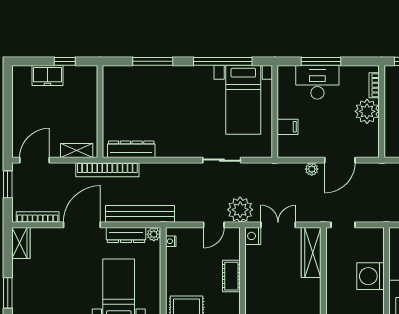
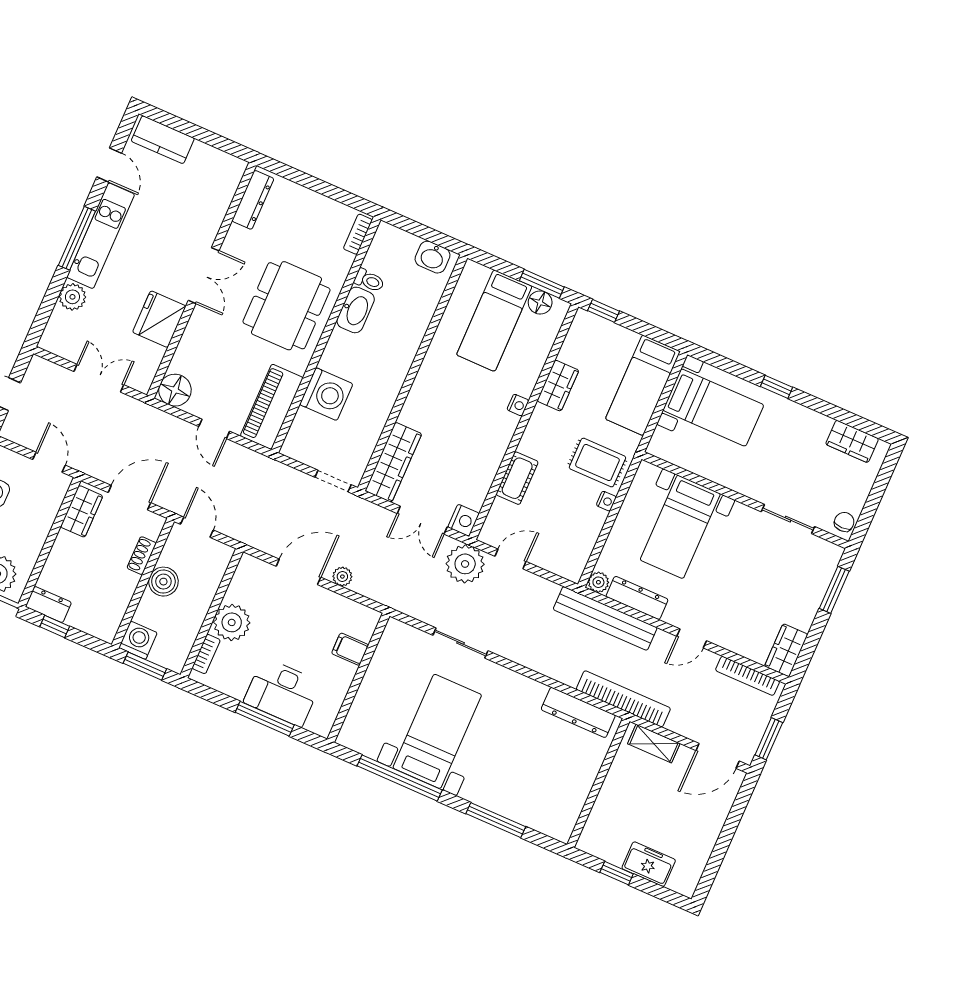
bed with nightstands: (243, 100) -> (437, 731), moved
door: (82, 225) -> (692, 638), width x0.53
nightstand: (171, 241) -> (606, 501), moved

